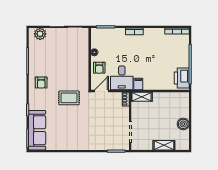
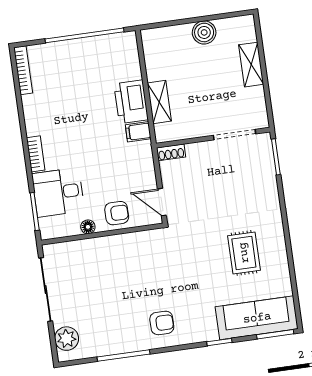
desk: (122, 78) -> (58, 192), moved, turned 180
printer: (182, 78) -> (131, 102), moved, turned 90
shelving: (142, 97) -> (159, 102), moved
rug: (69, 98) -> (244, 253), moved

